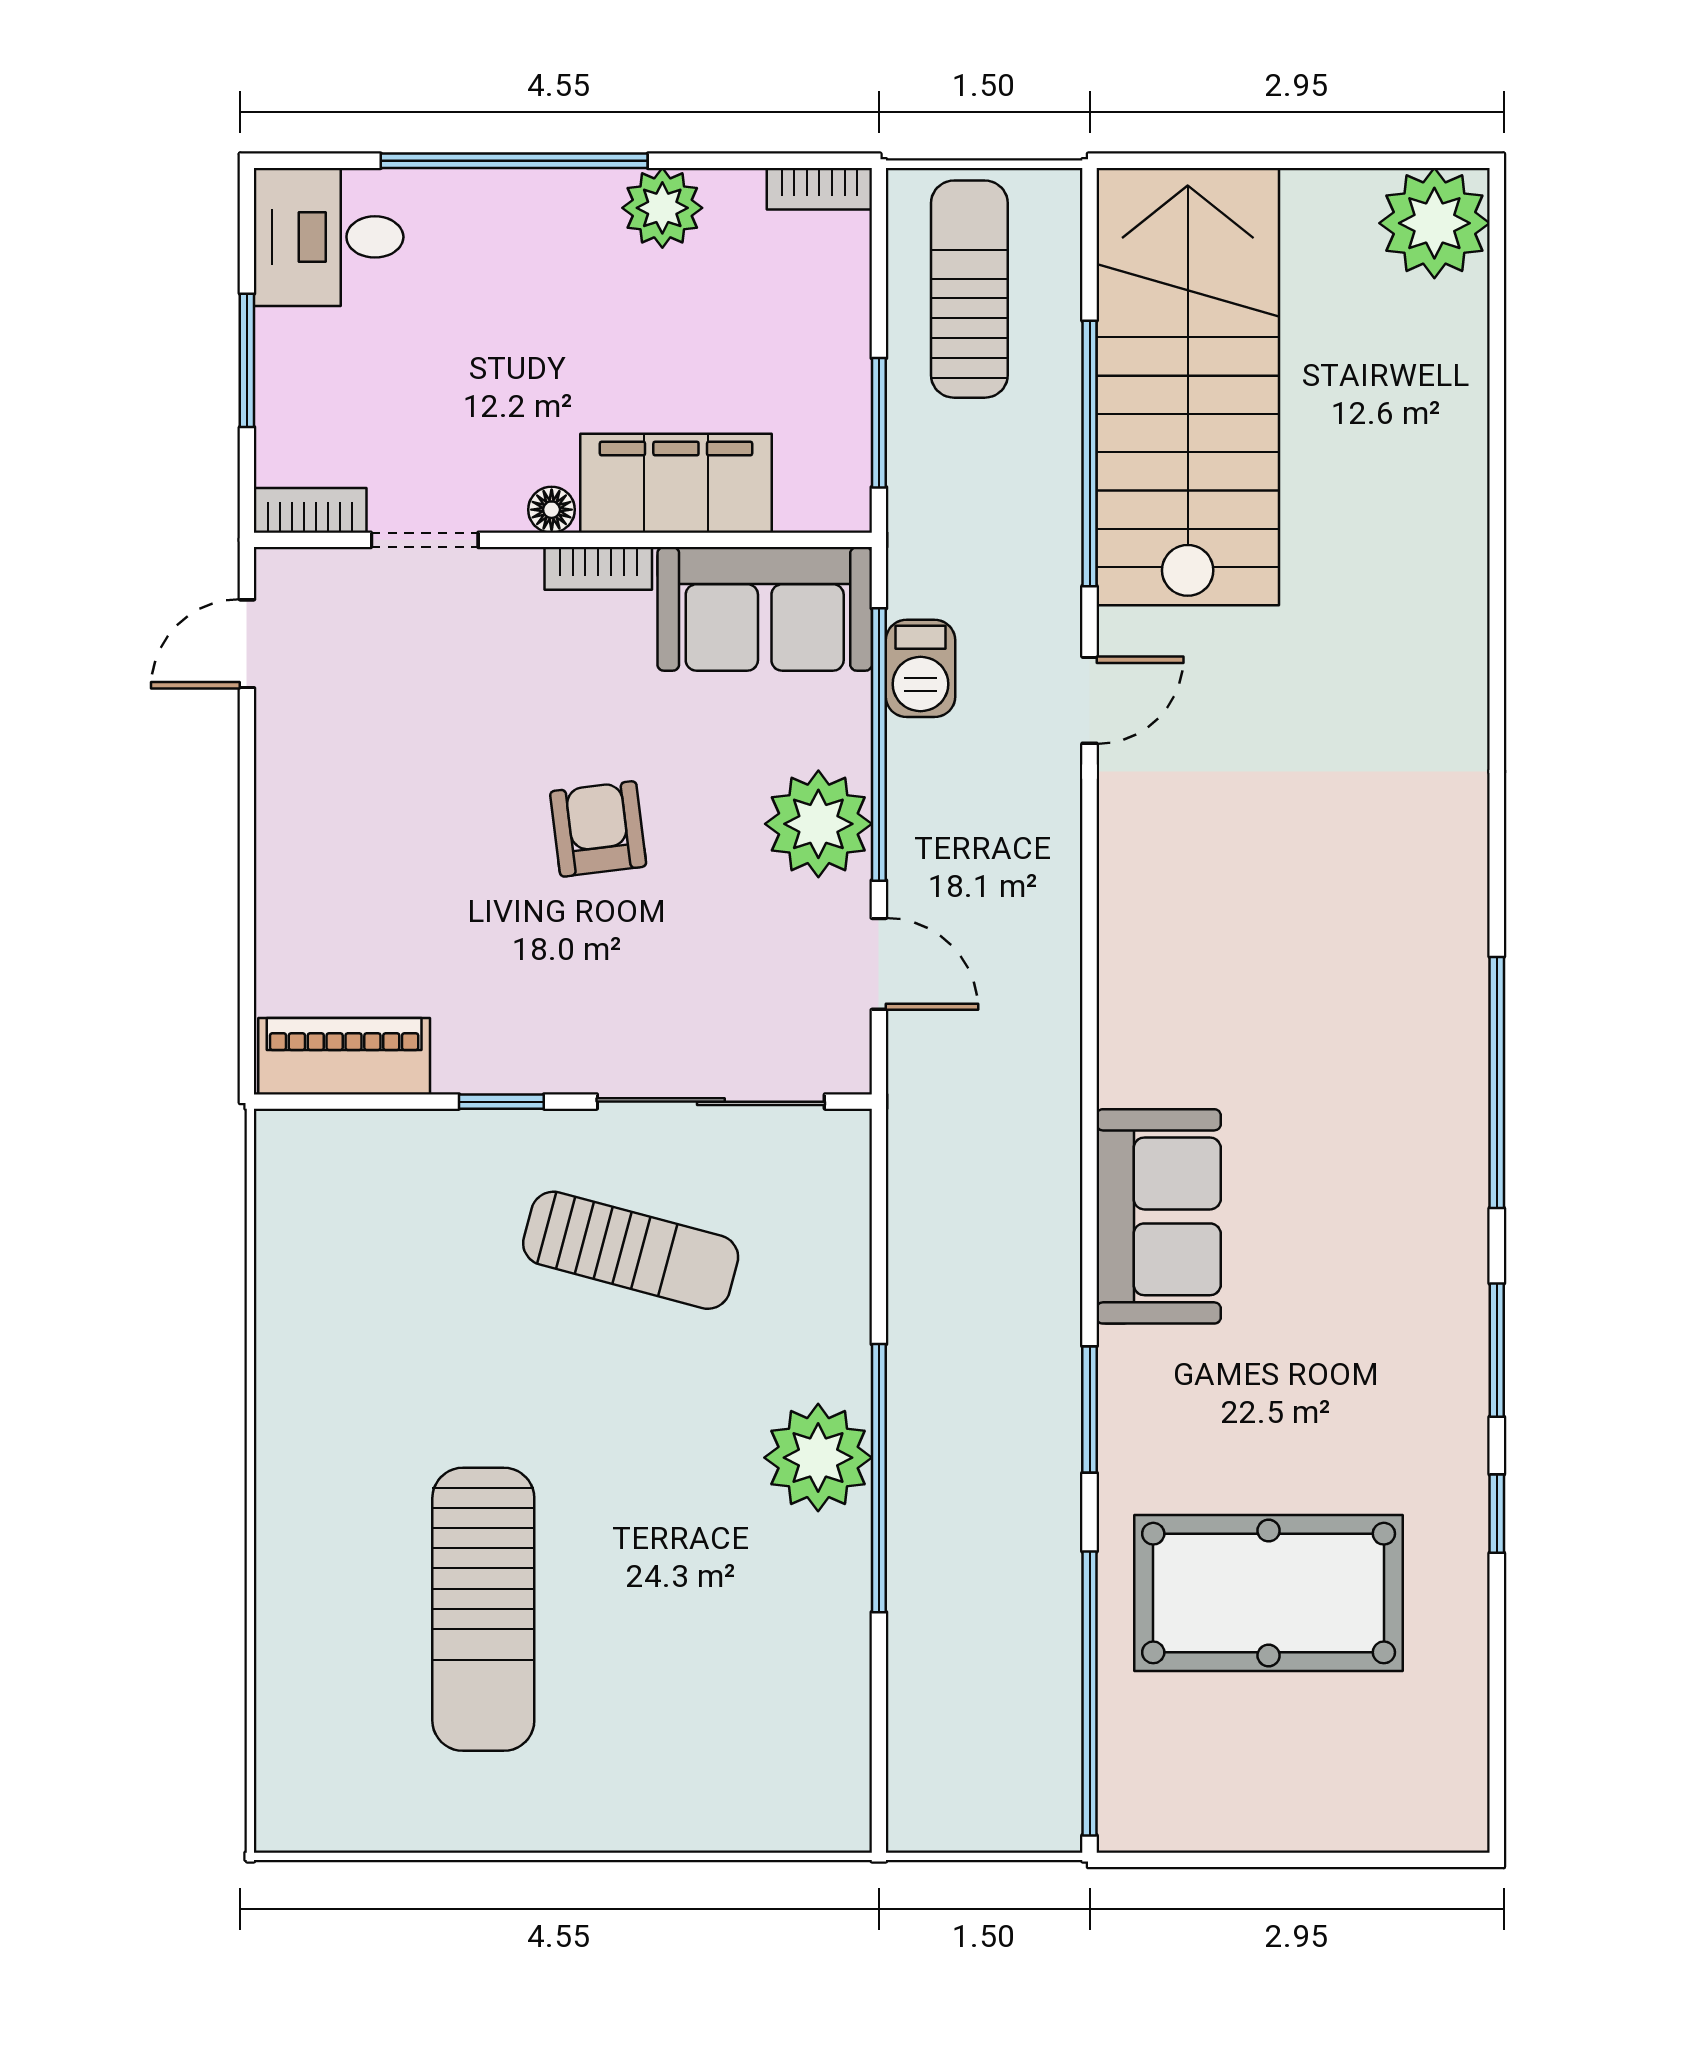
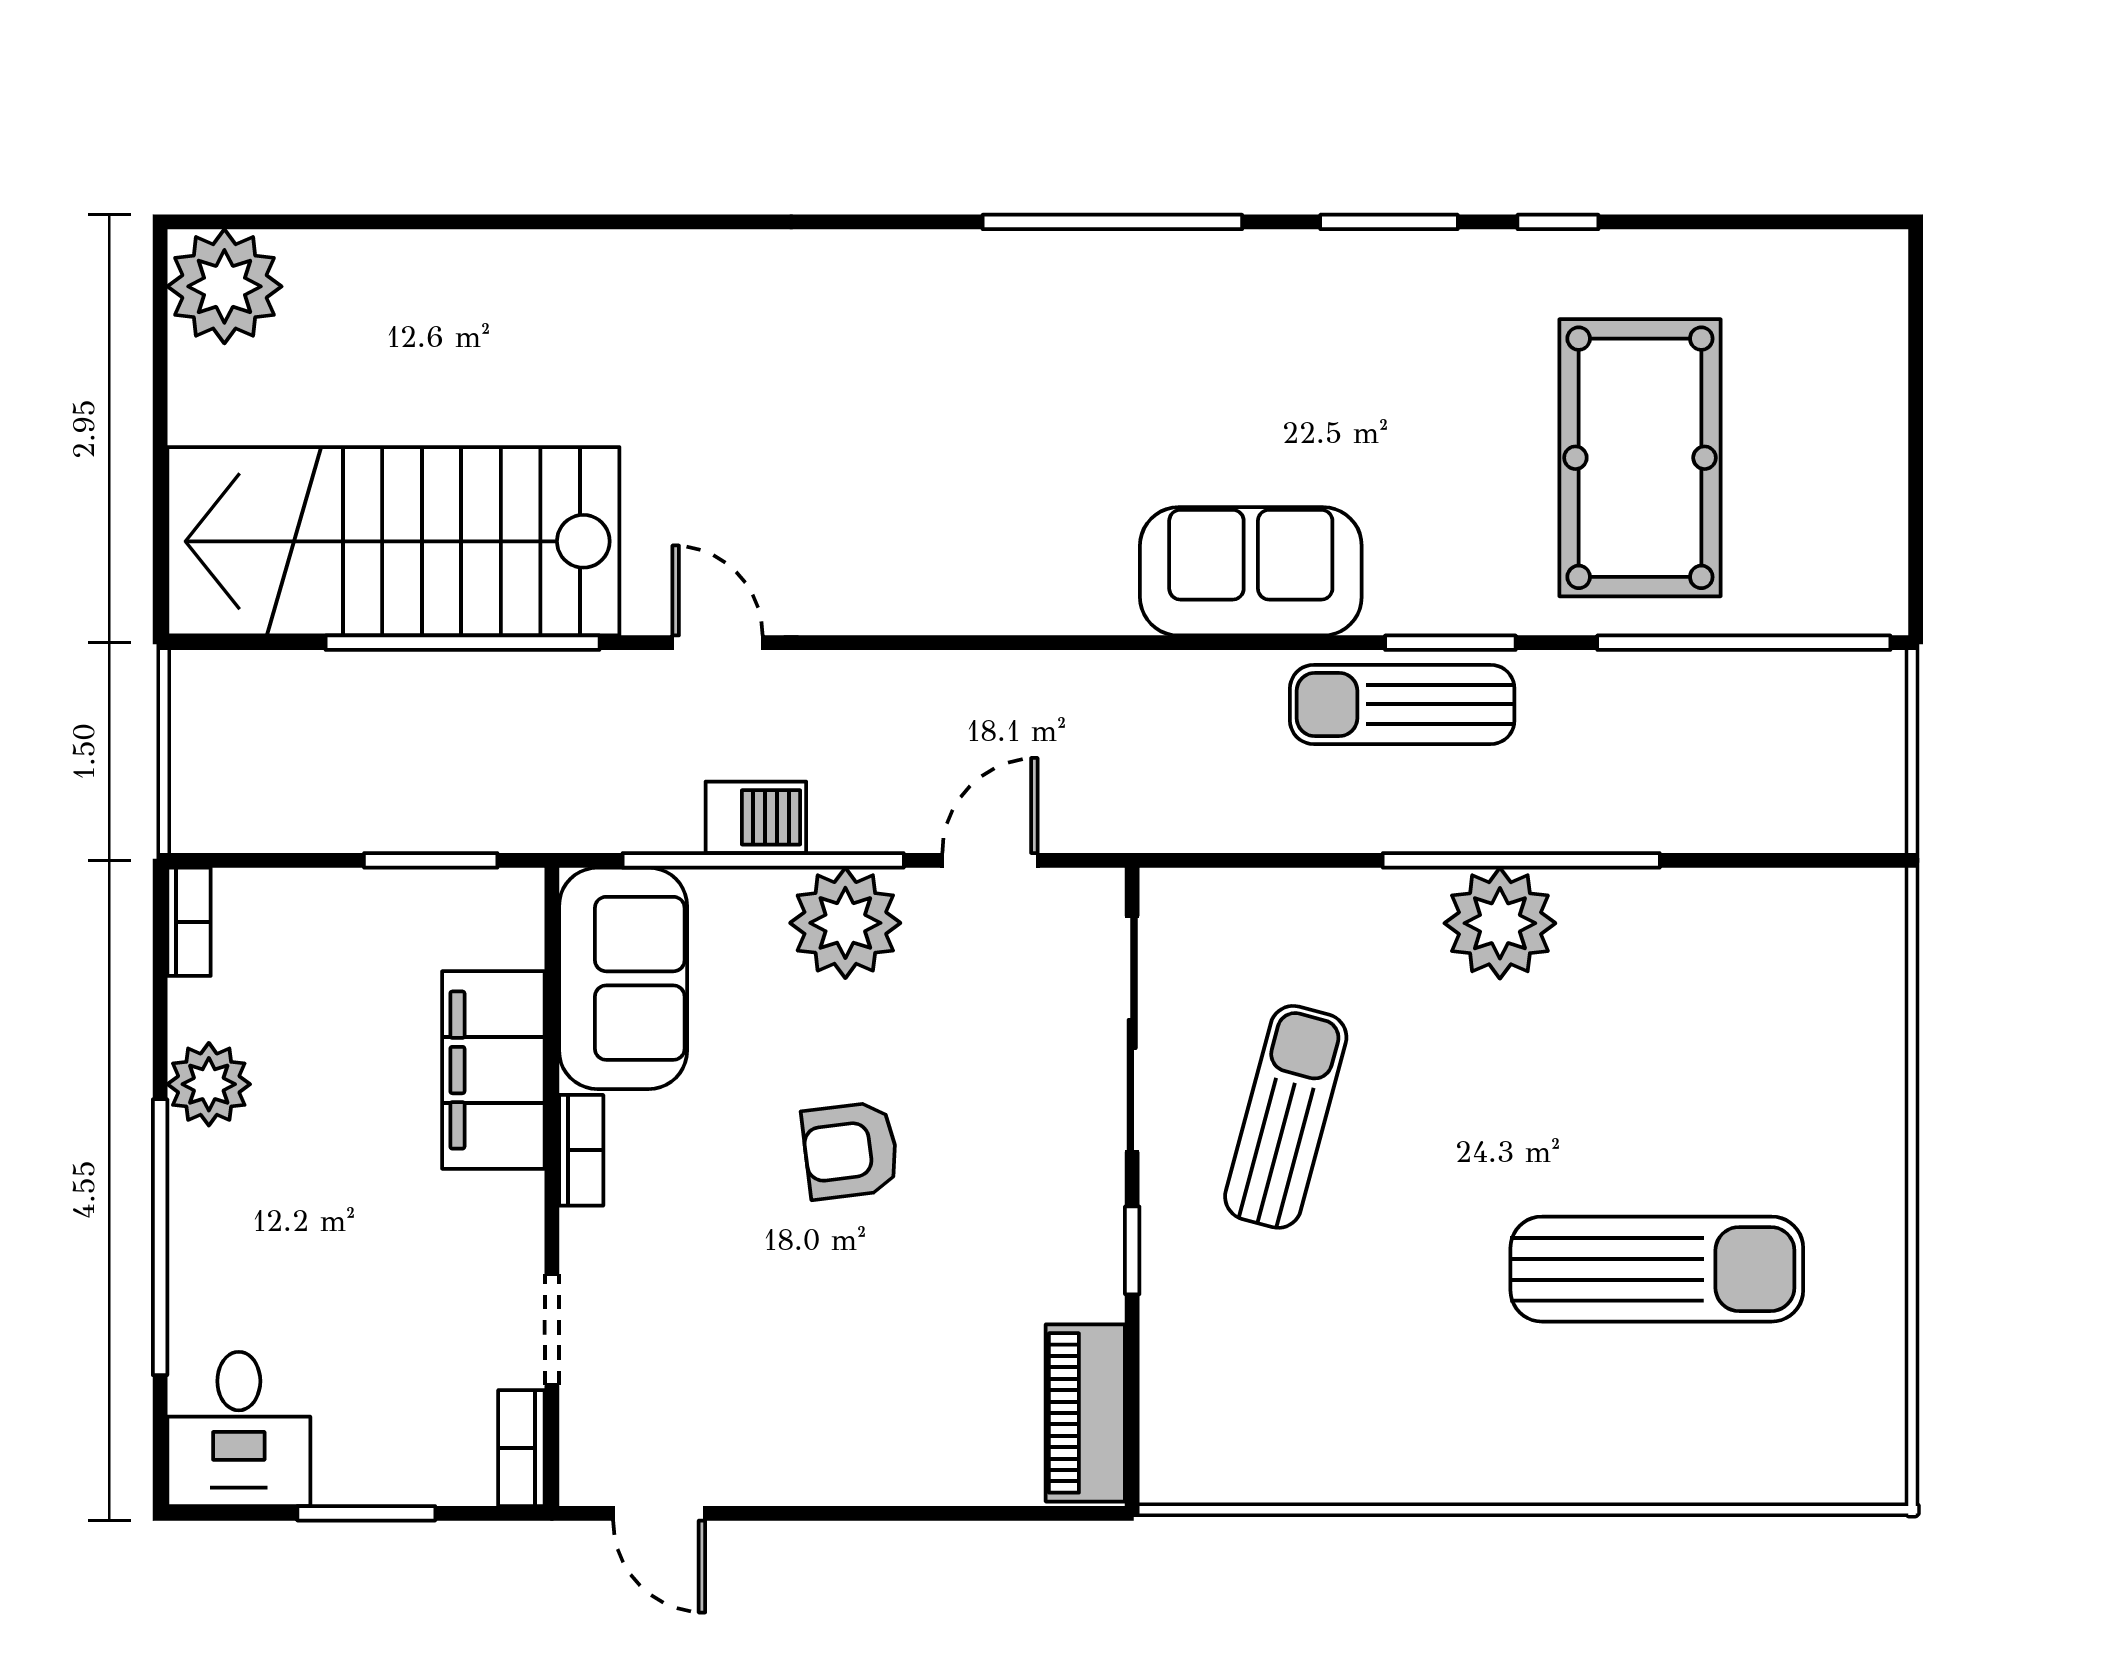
sun lounger: (969, 289) -> (1402, 704), moved
floor lamp: (552, 510) -> (521, 1199), removed
barbecue: (921, 668) -> (756, 817), moved

